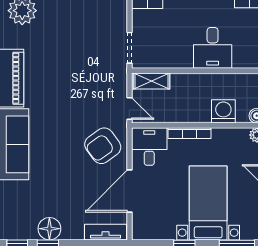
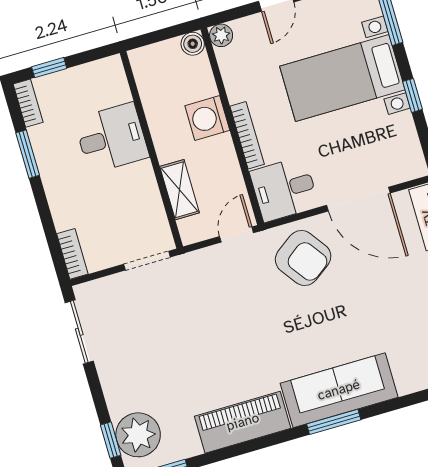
shelving: (151, 81) -> (180, 190), moved
washing machine: (223, 111) -> (207, 118), moved

